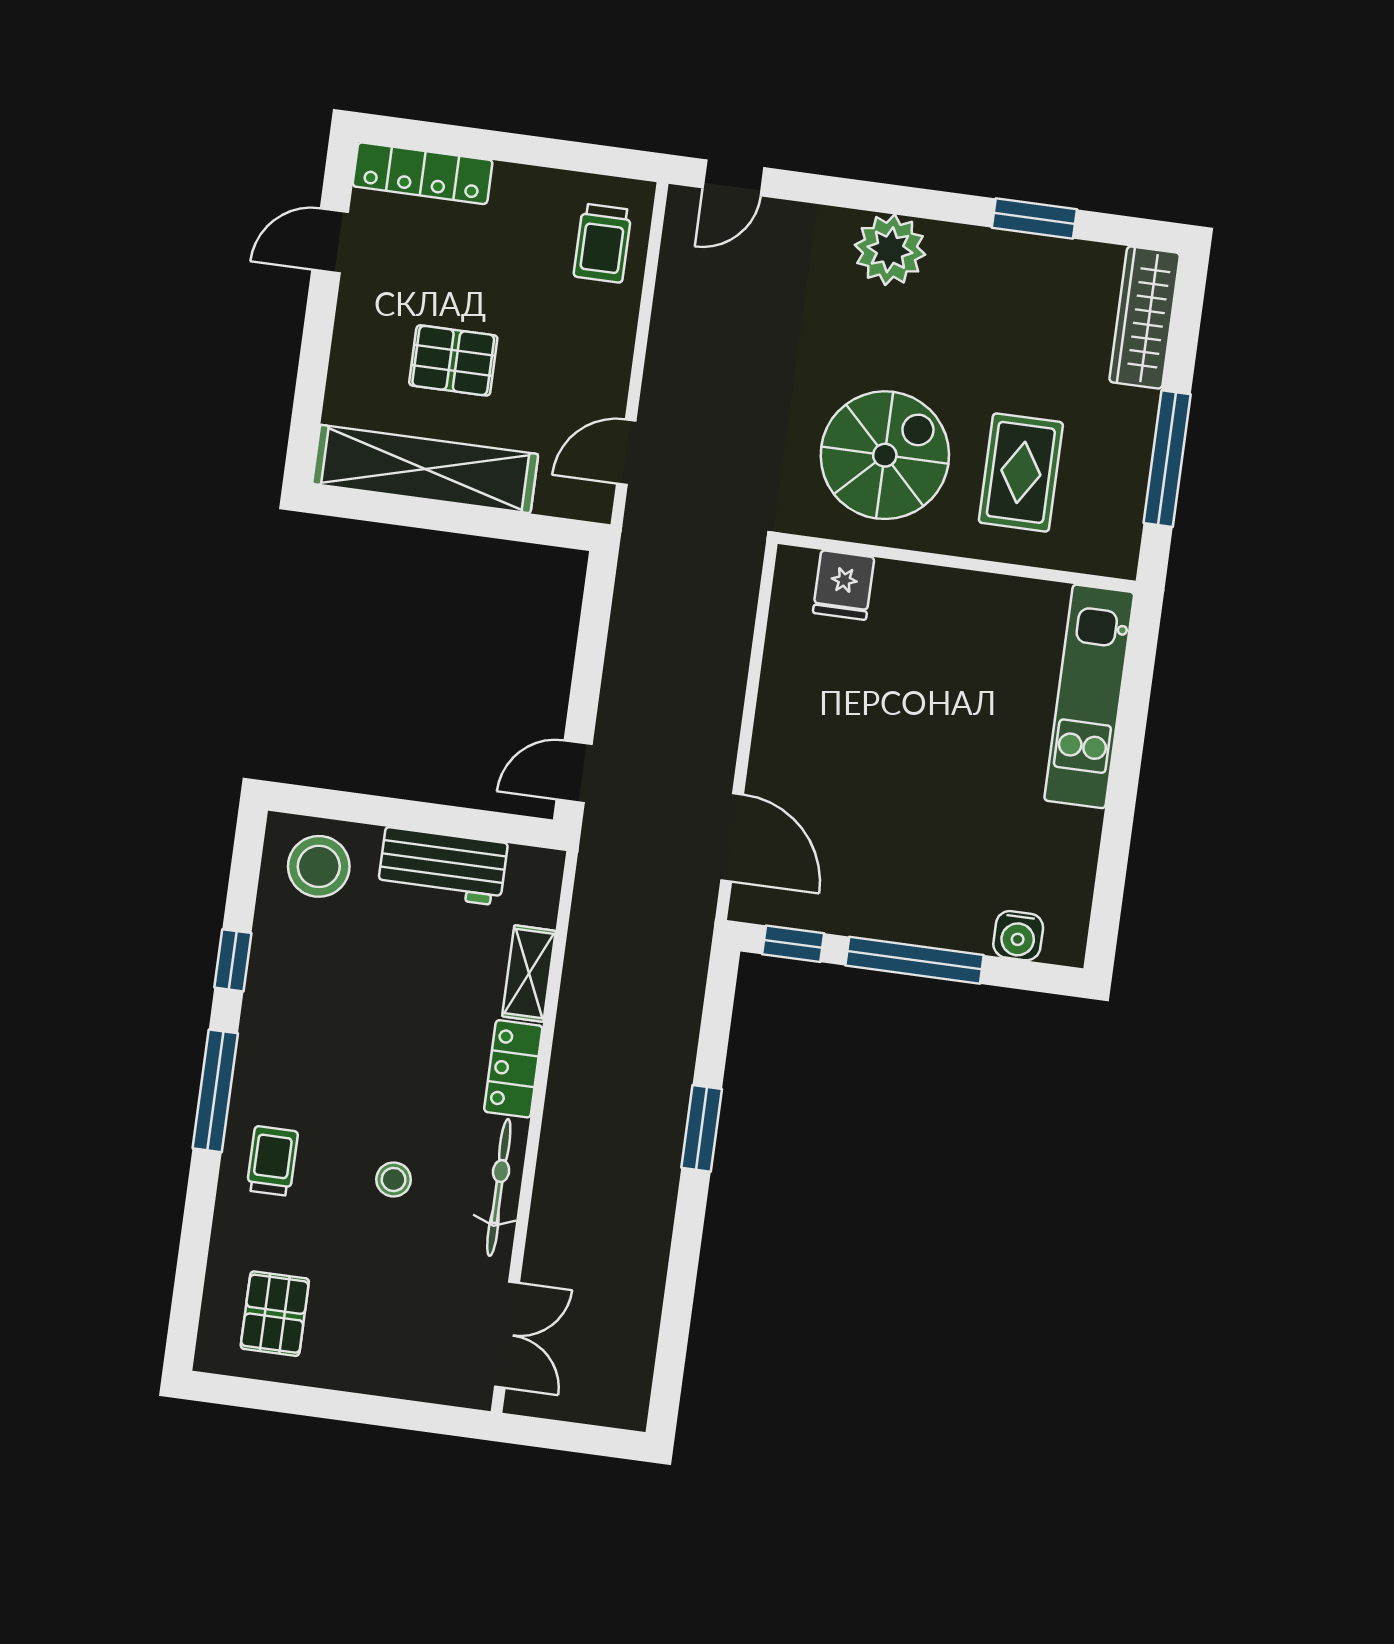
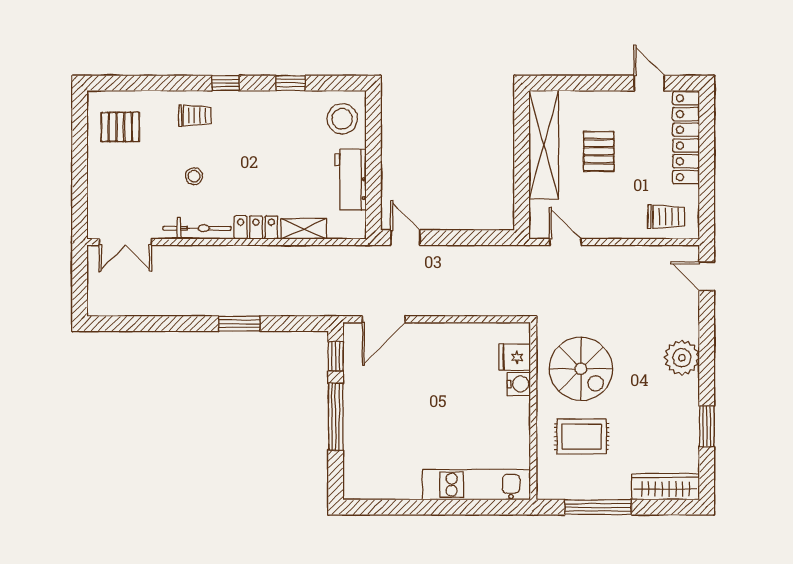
locker: (423, 173) -> (686, 138), width x1.41, depth x1.21
trolley: (603, 243) -> (666, 217), turned 180
water cooler: (1018, 936) -> (519, 384), moved, turned 180
window: (215, 1091) -> (225, 83), width x0.46

